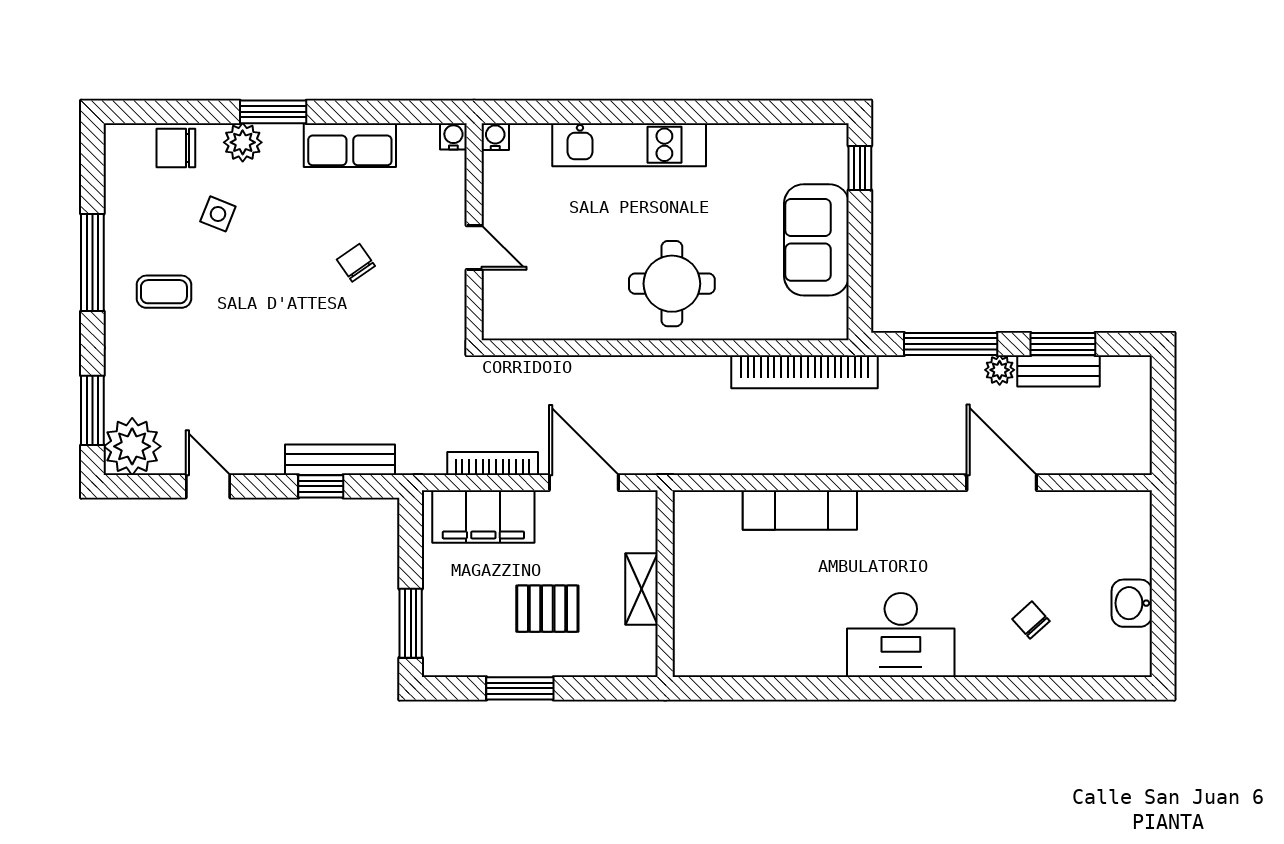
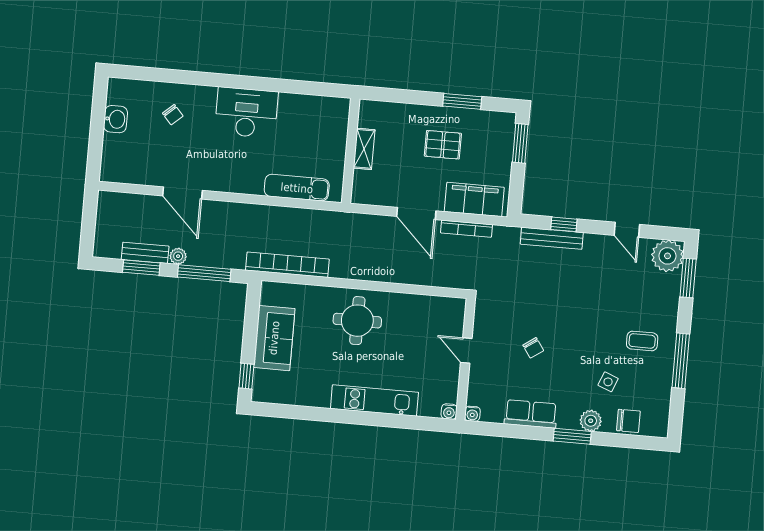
wall: (665, 584) -> (351, 151), moved
shelving: (642, 589) -> (364, 149), moved

